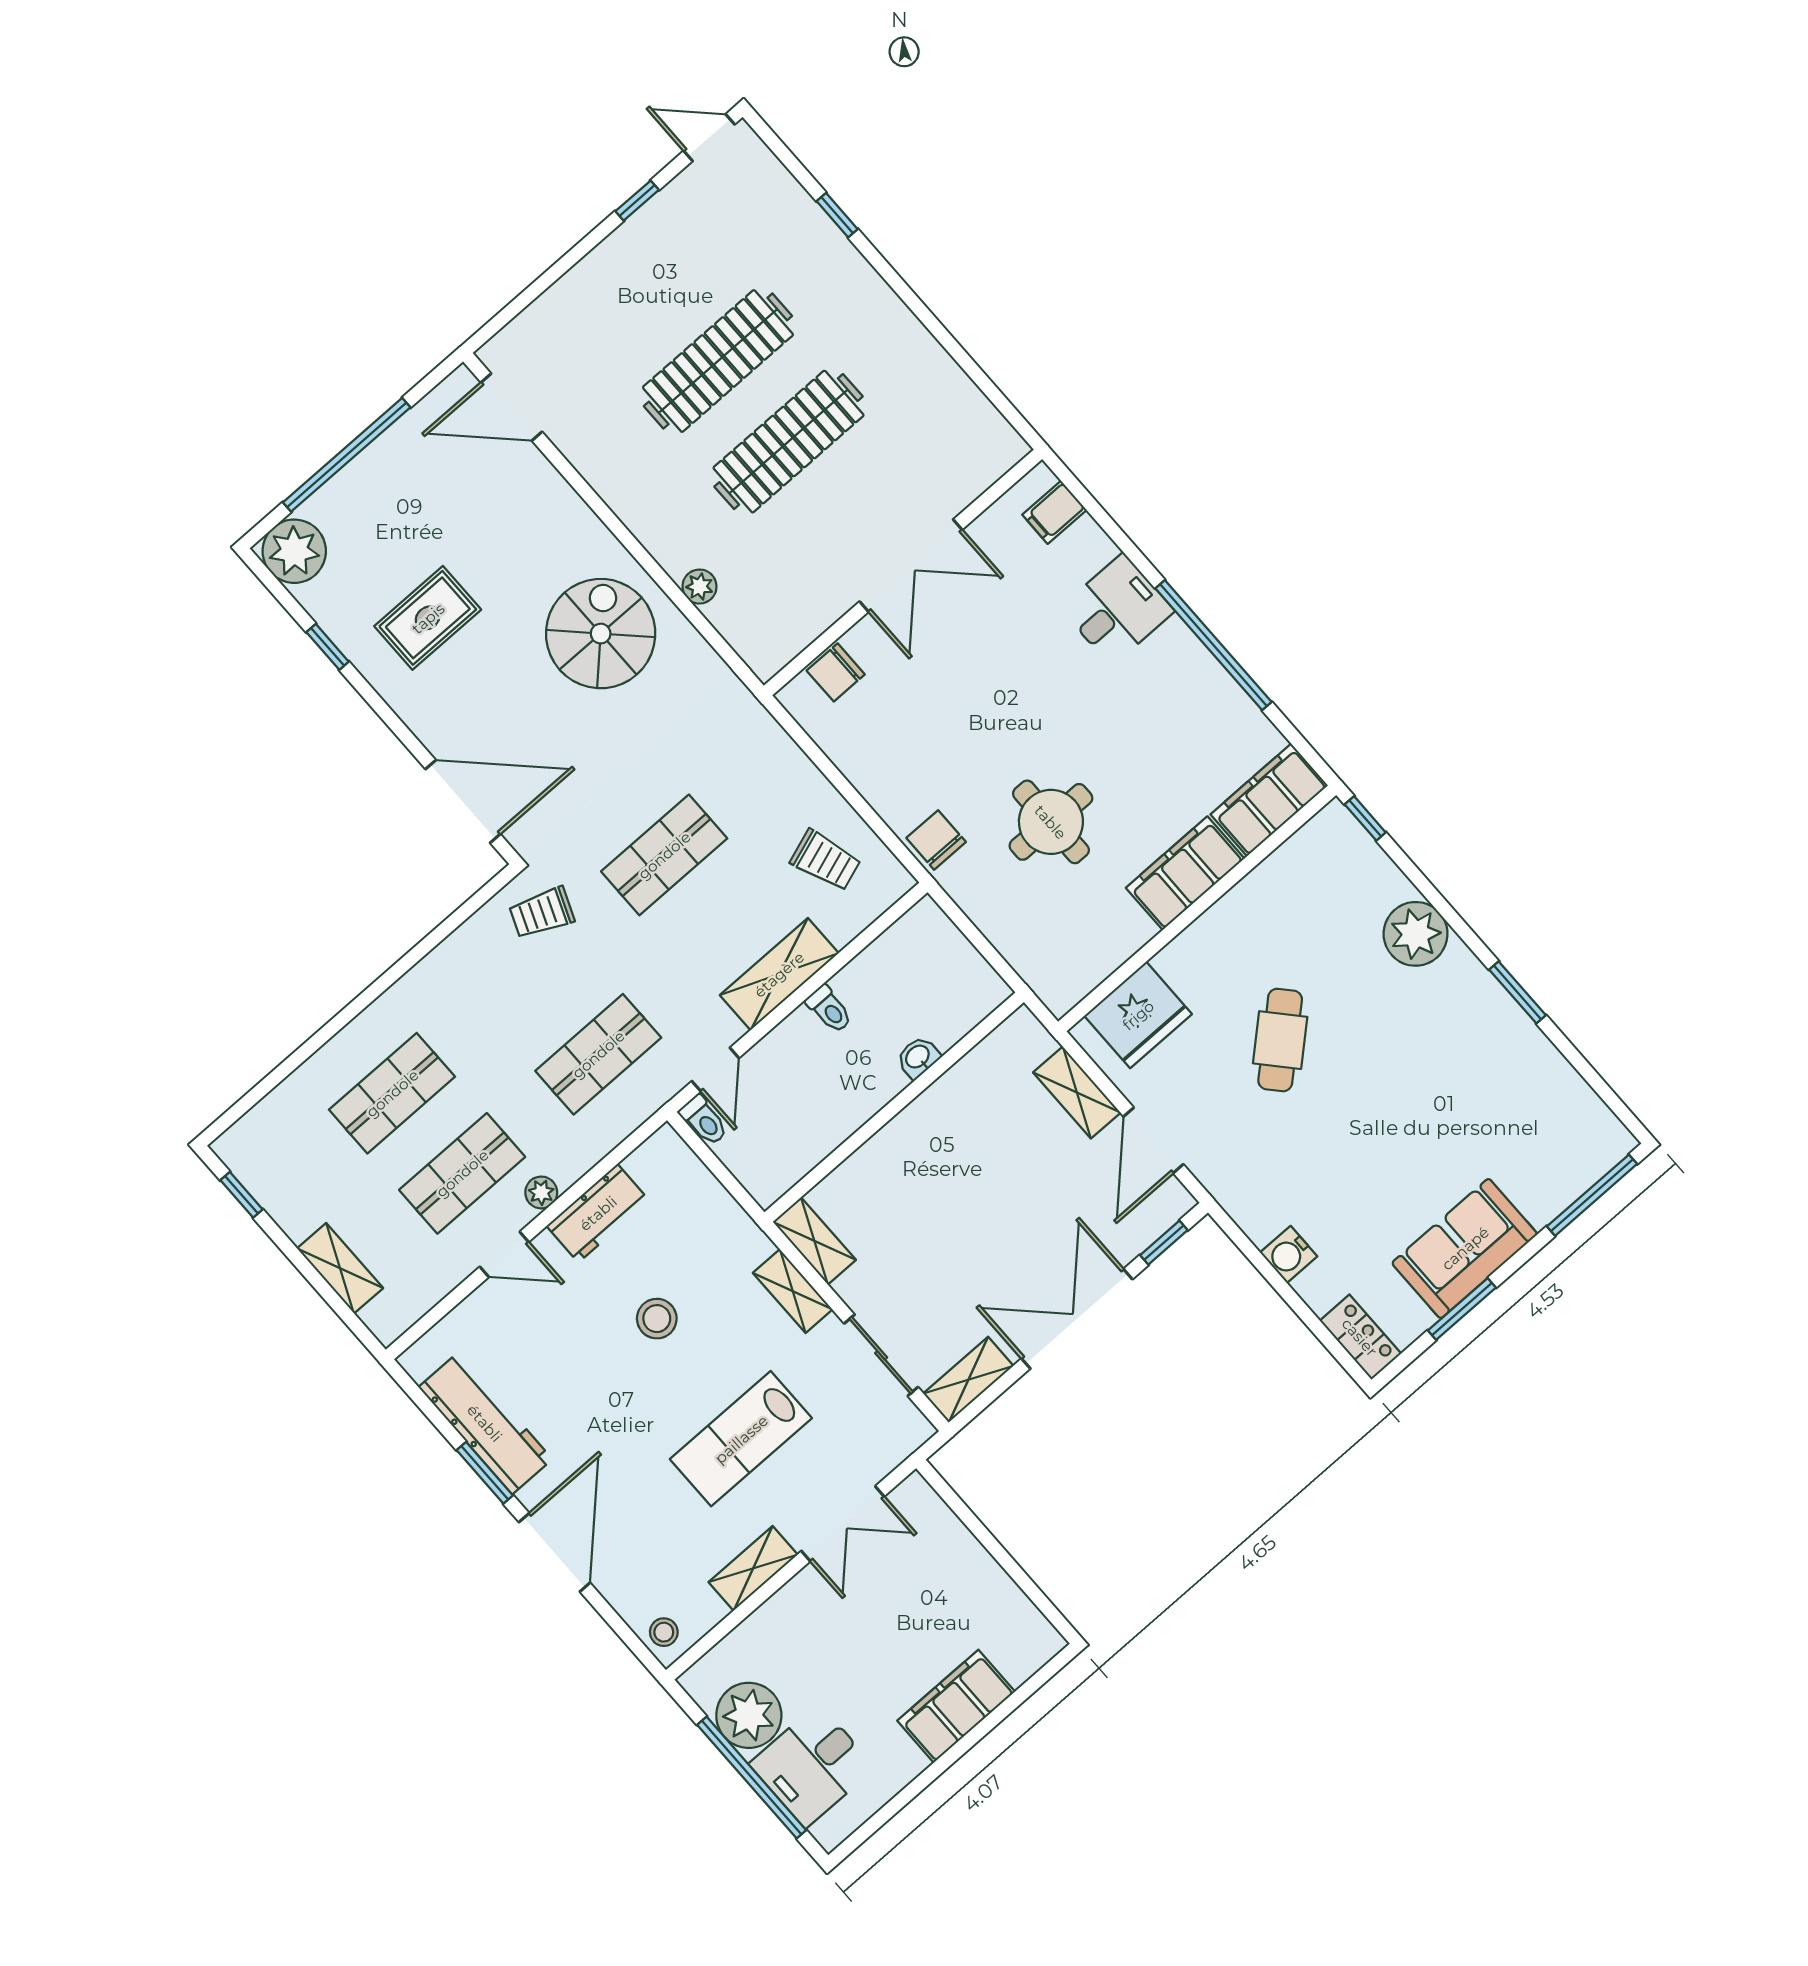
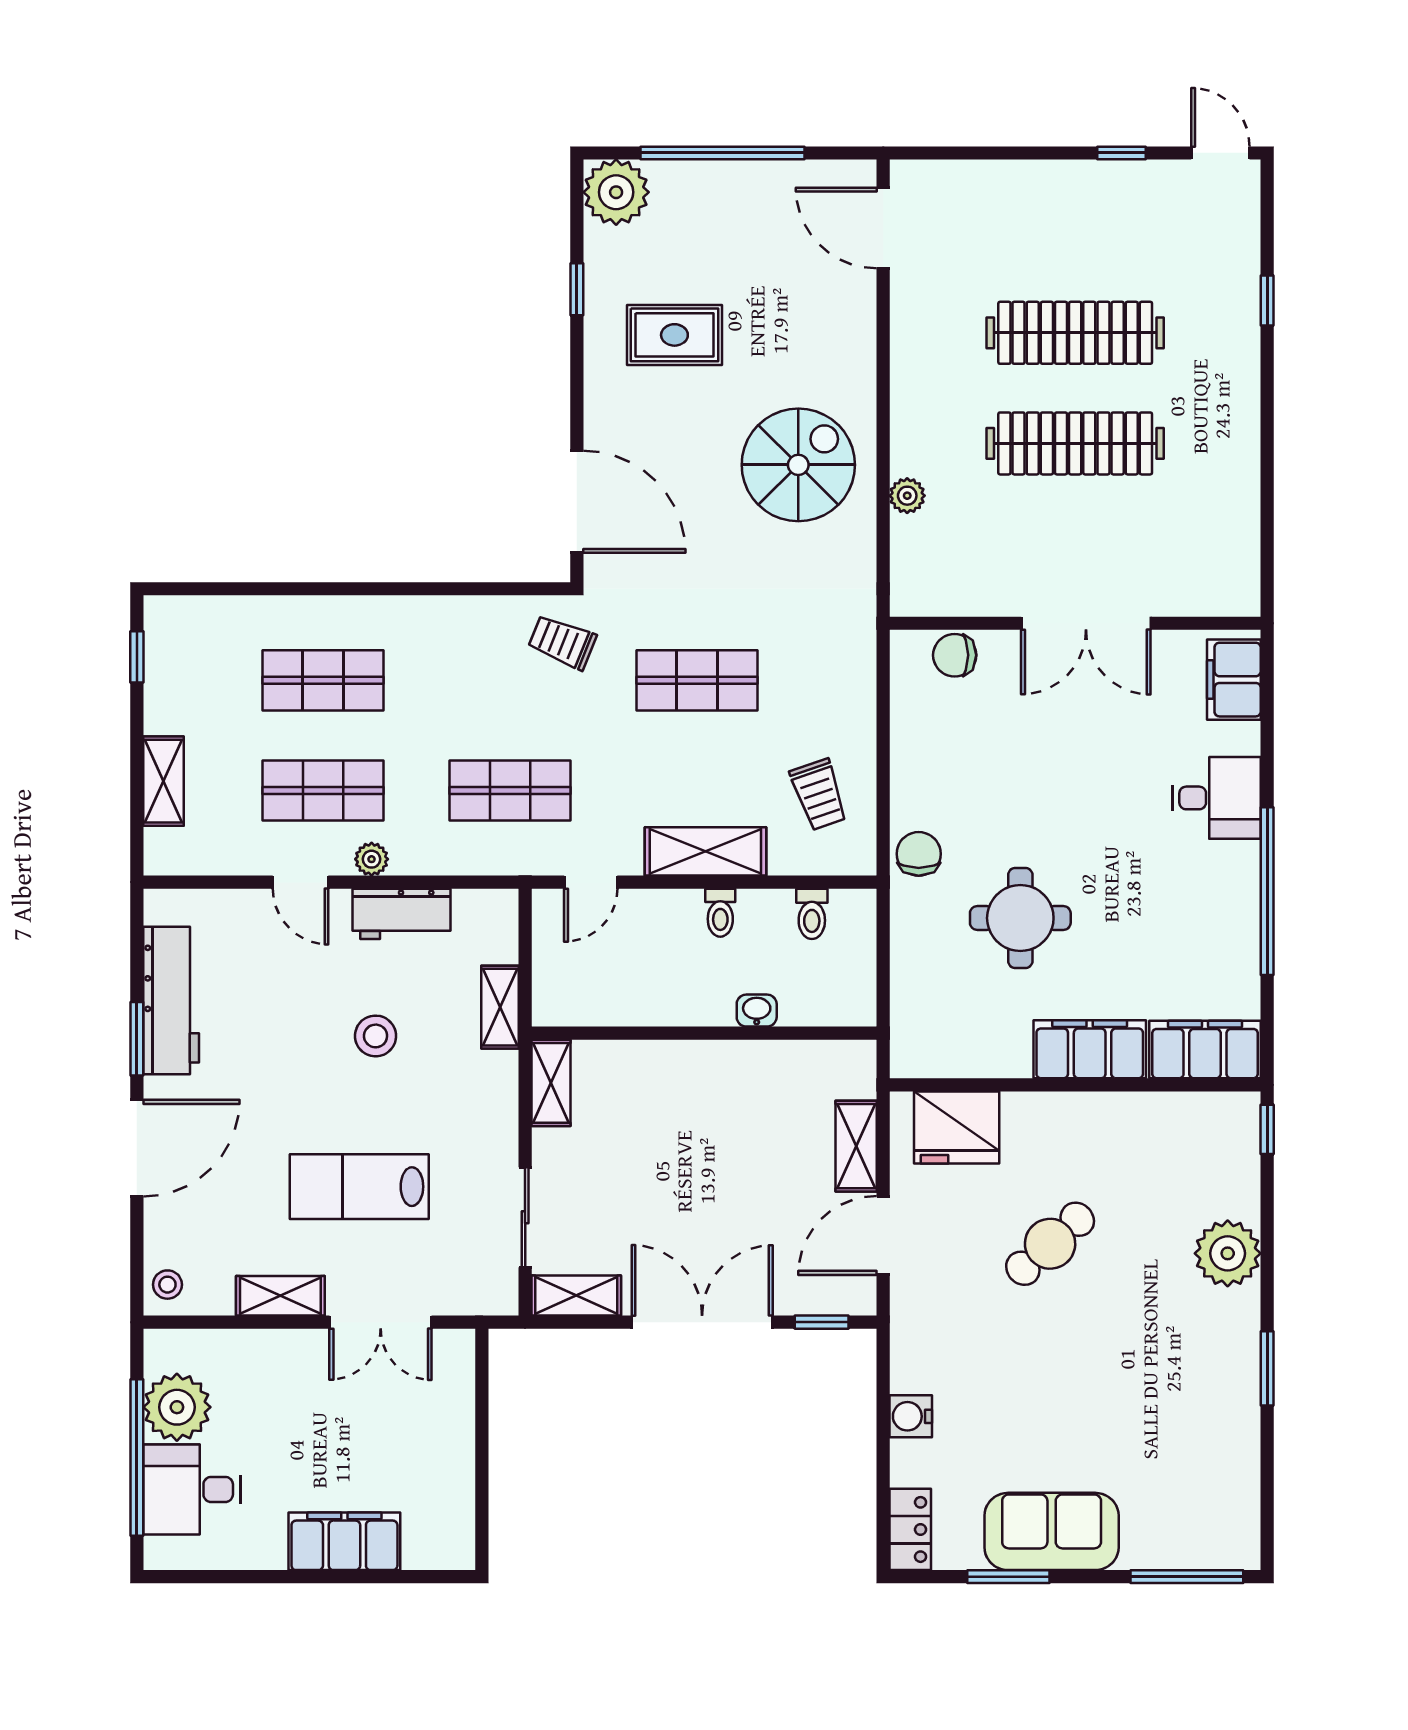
filing cabinet: (1054, 512) -> (1234, 680), width x2.00
toilet: (704, 1120) -> (812, 914), moved
shelving: (793, 1291) -> (500, 1007), moved

